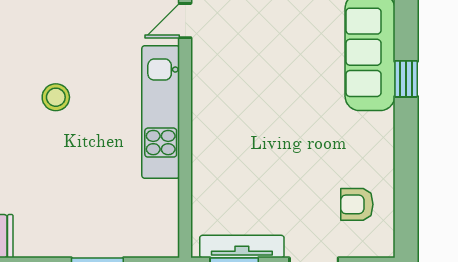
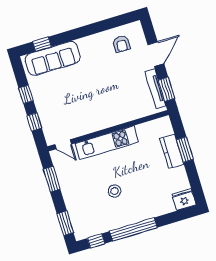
window: (406, 79) -> (42, 44), moved
kitchen counter: (102, 241) -> (172, 151), added

